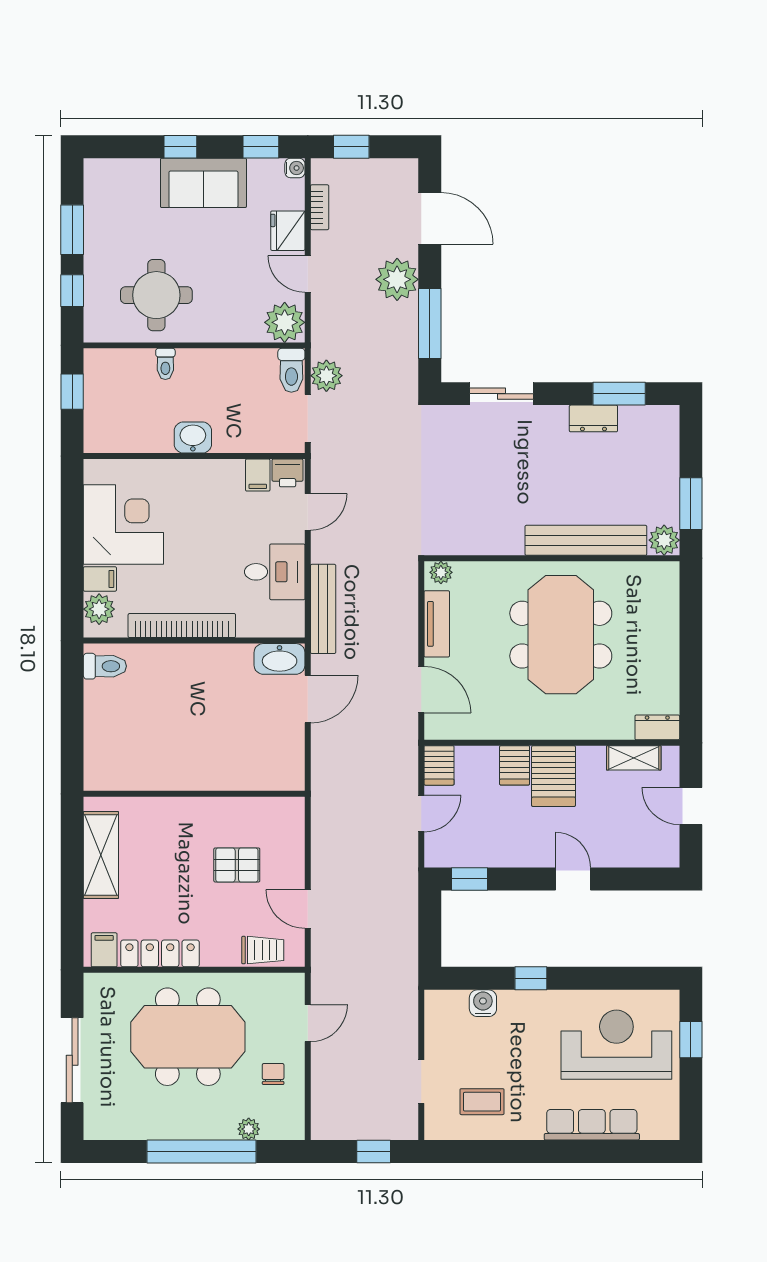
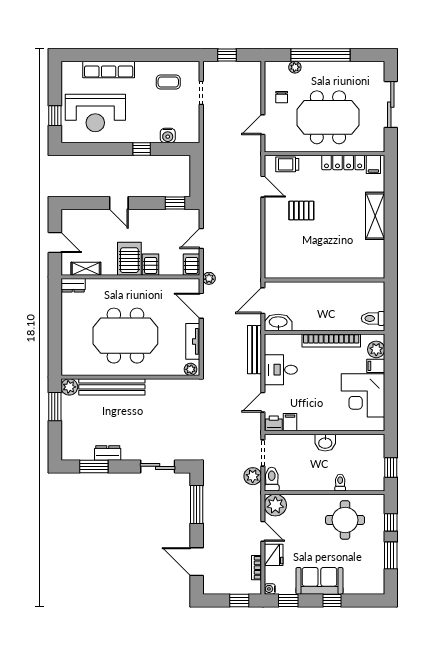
plant: (397, 279) -> (209, 278), moved, width x0.53, depth x0.53
meeting table: (561, 635) -> (125, 336), turned 90
wall: (194, 794) -> (325, 280), moved

